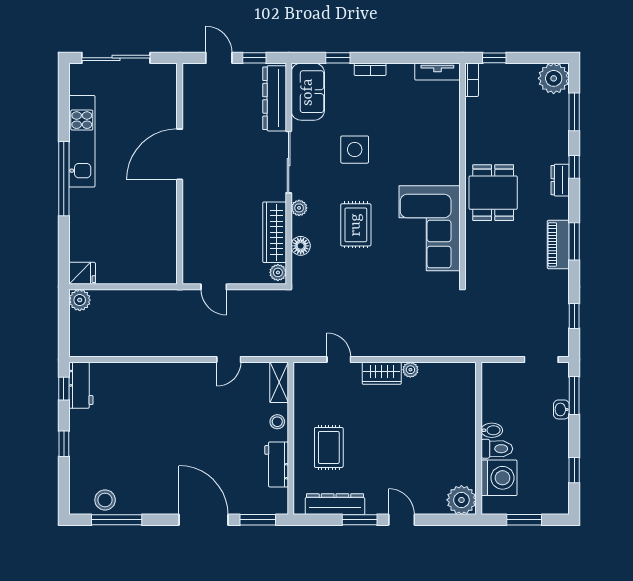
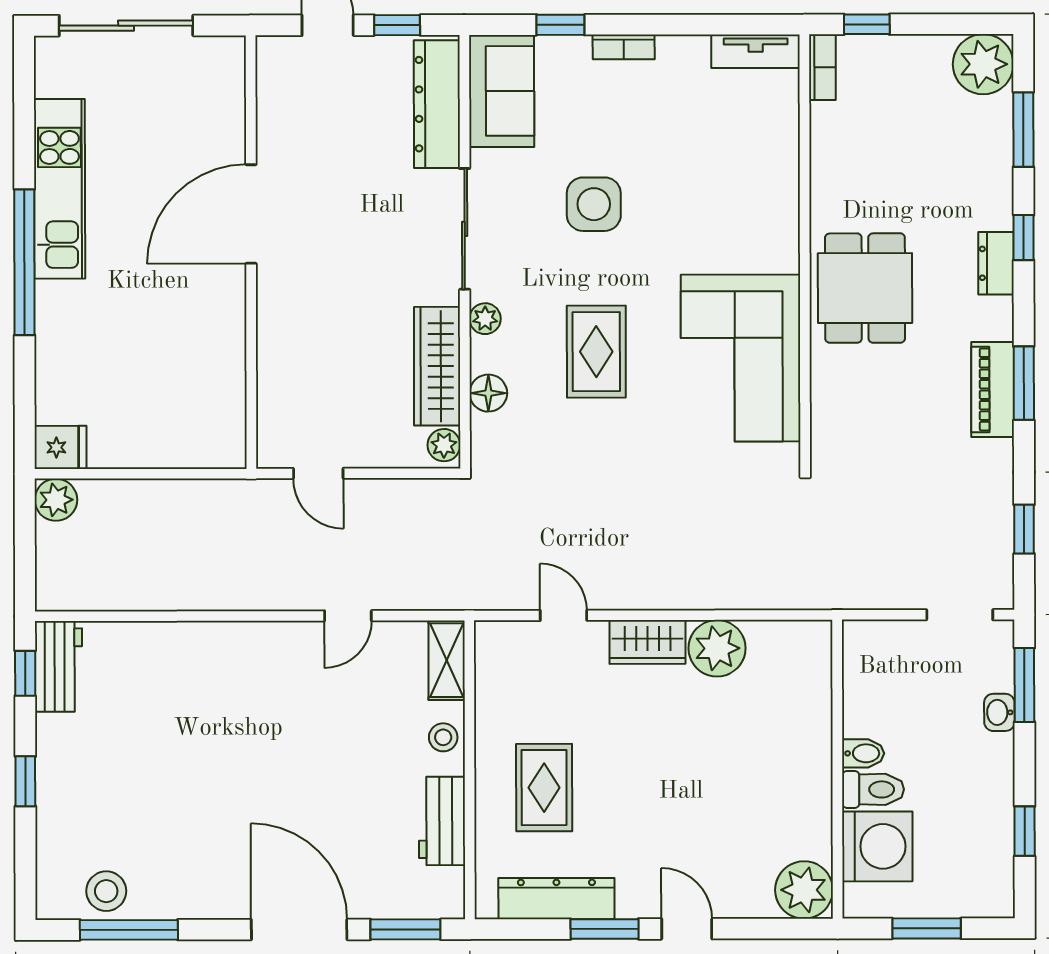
plant: (410, 370) -> (717, 648), width x1.87, depth x1.87

